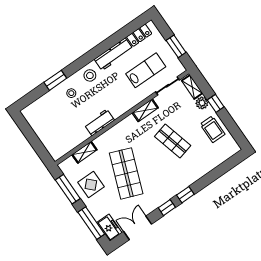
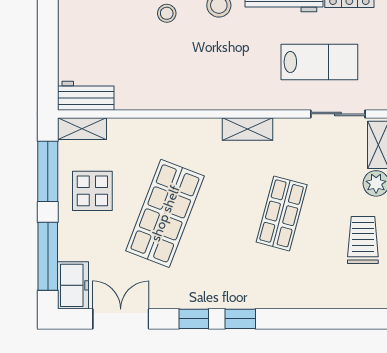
shelving: (145, 110) -> (248, 129), moved
workbench: (99, 122) -> (86, 96), moved
trolley: (212, 129) -> (363, 240), turned 180
shop shelf: (173, 141) -> (282, 213), turned 30
shelving: (84, 152) -> (82, 129), moved

